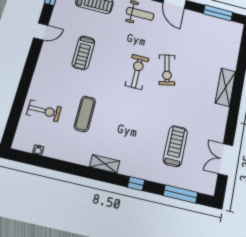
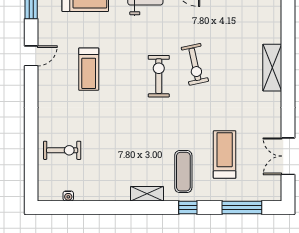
exercise mat: (85, 114) -> (183, 172), moved

